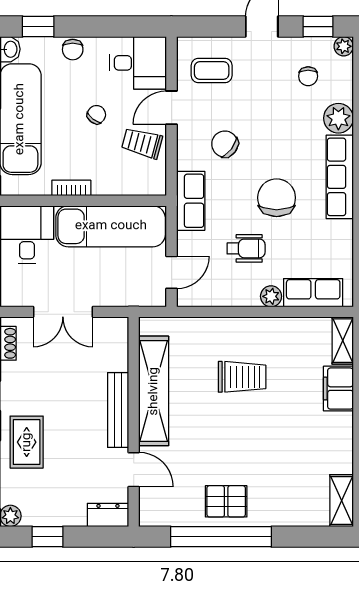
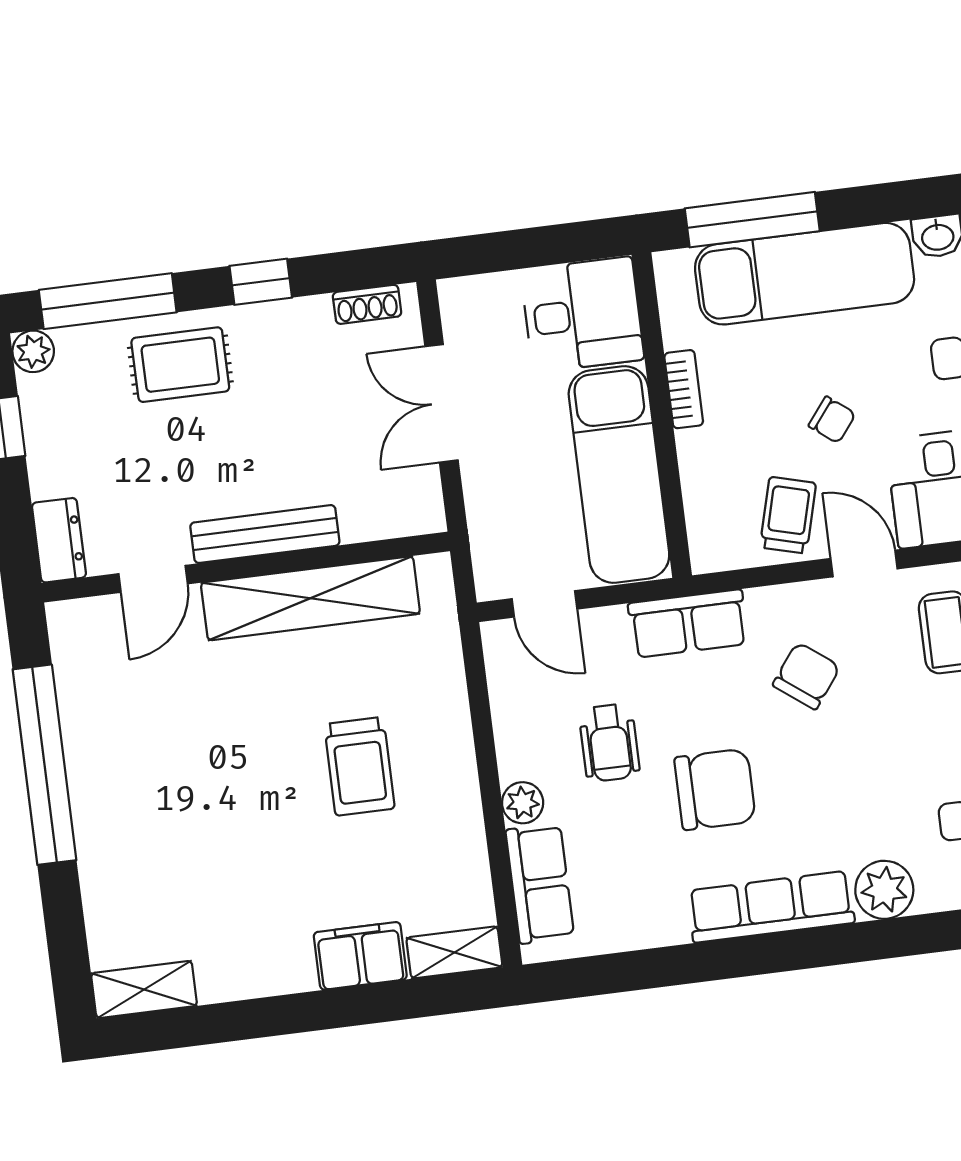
pallet: (226, 501) -> (114, 766), removed

